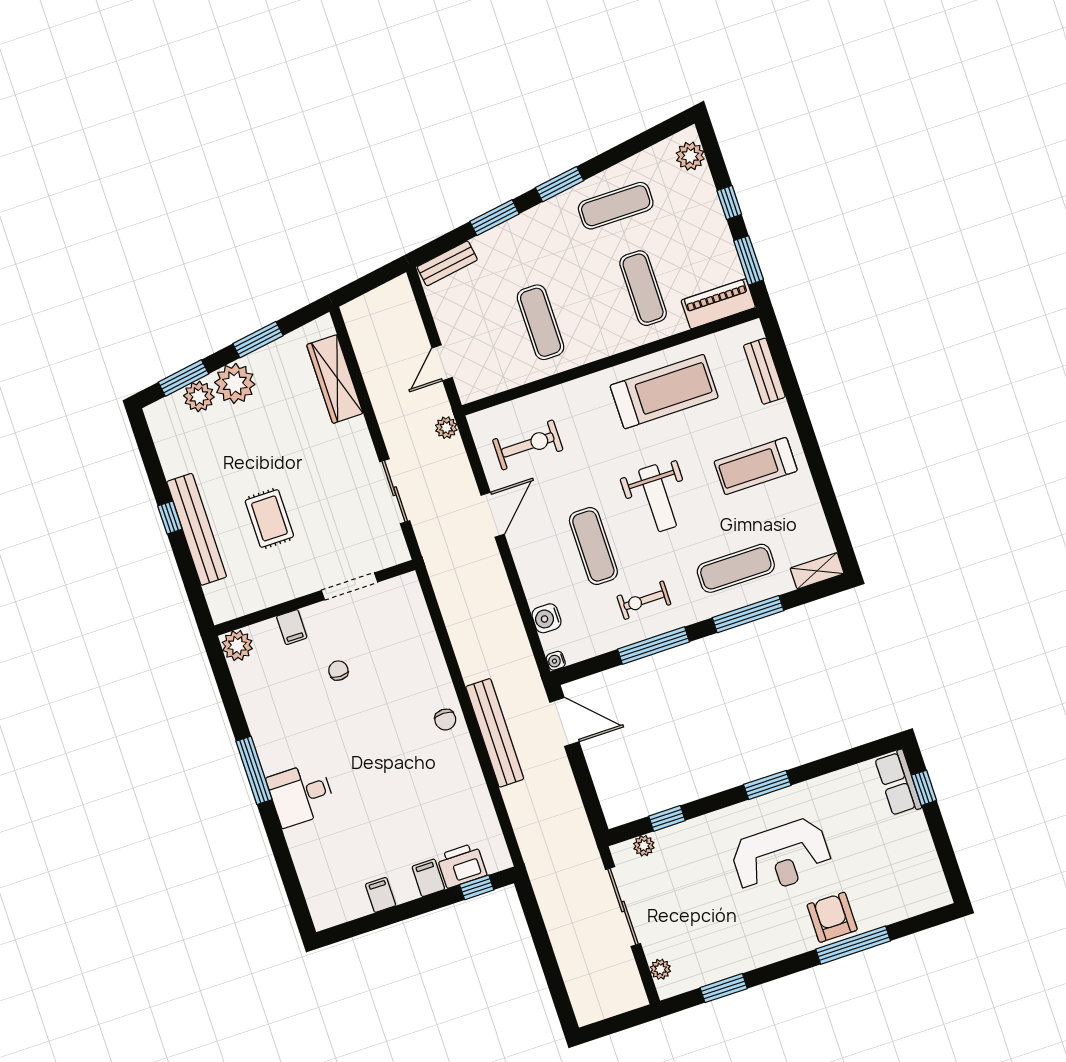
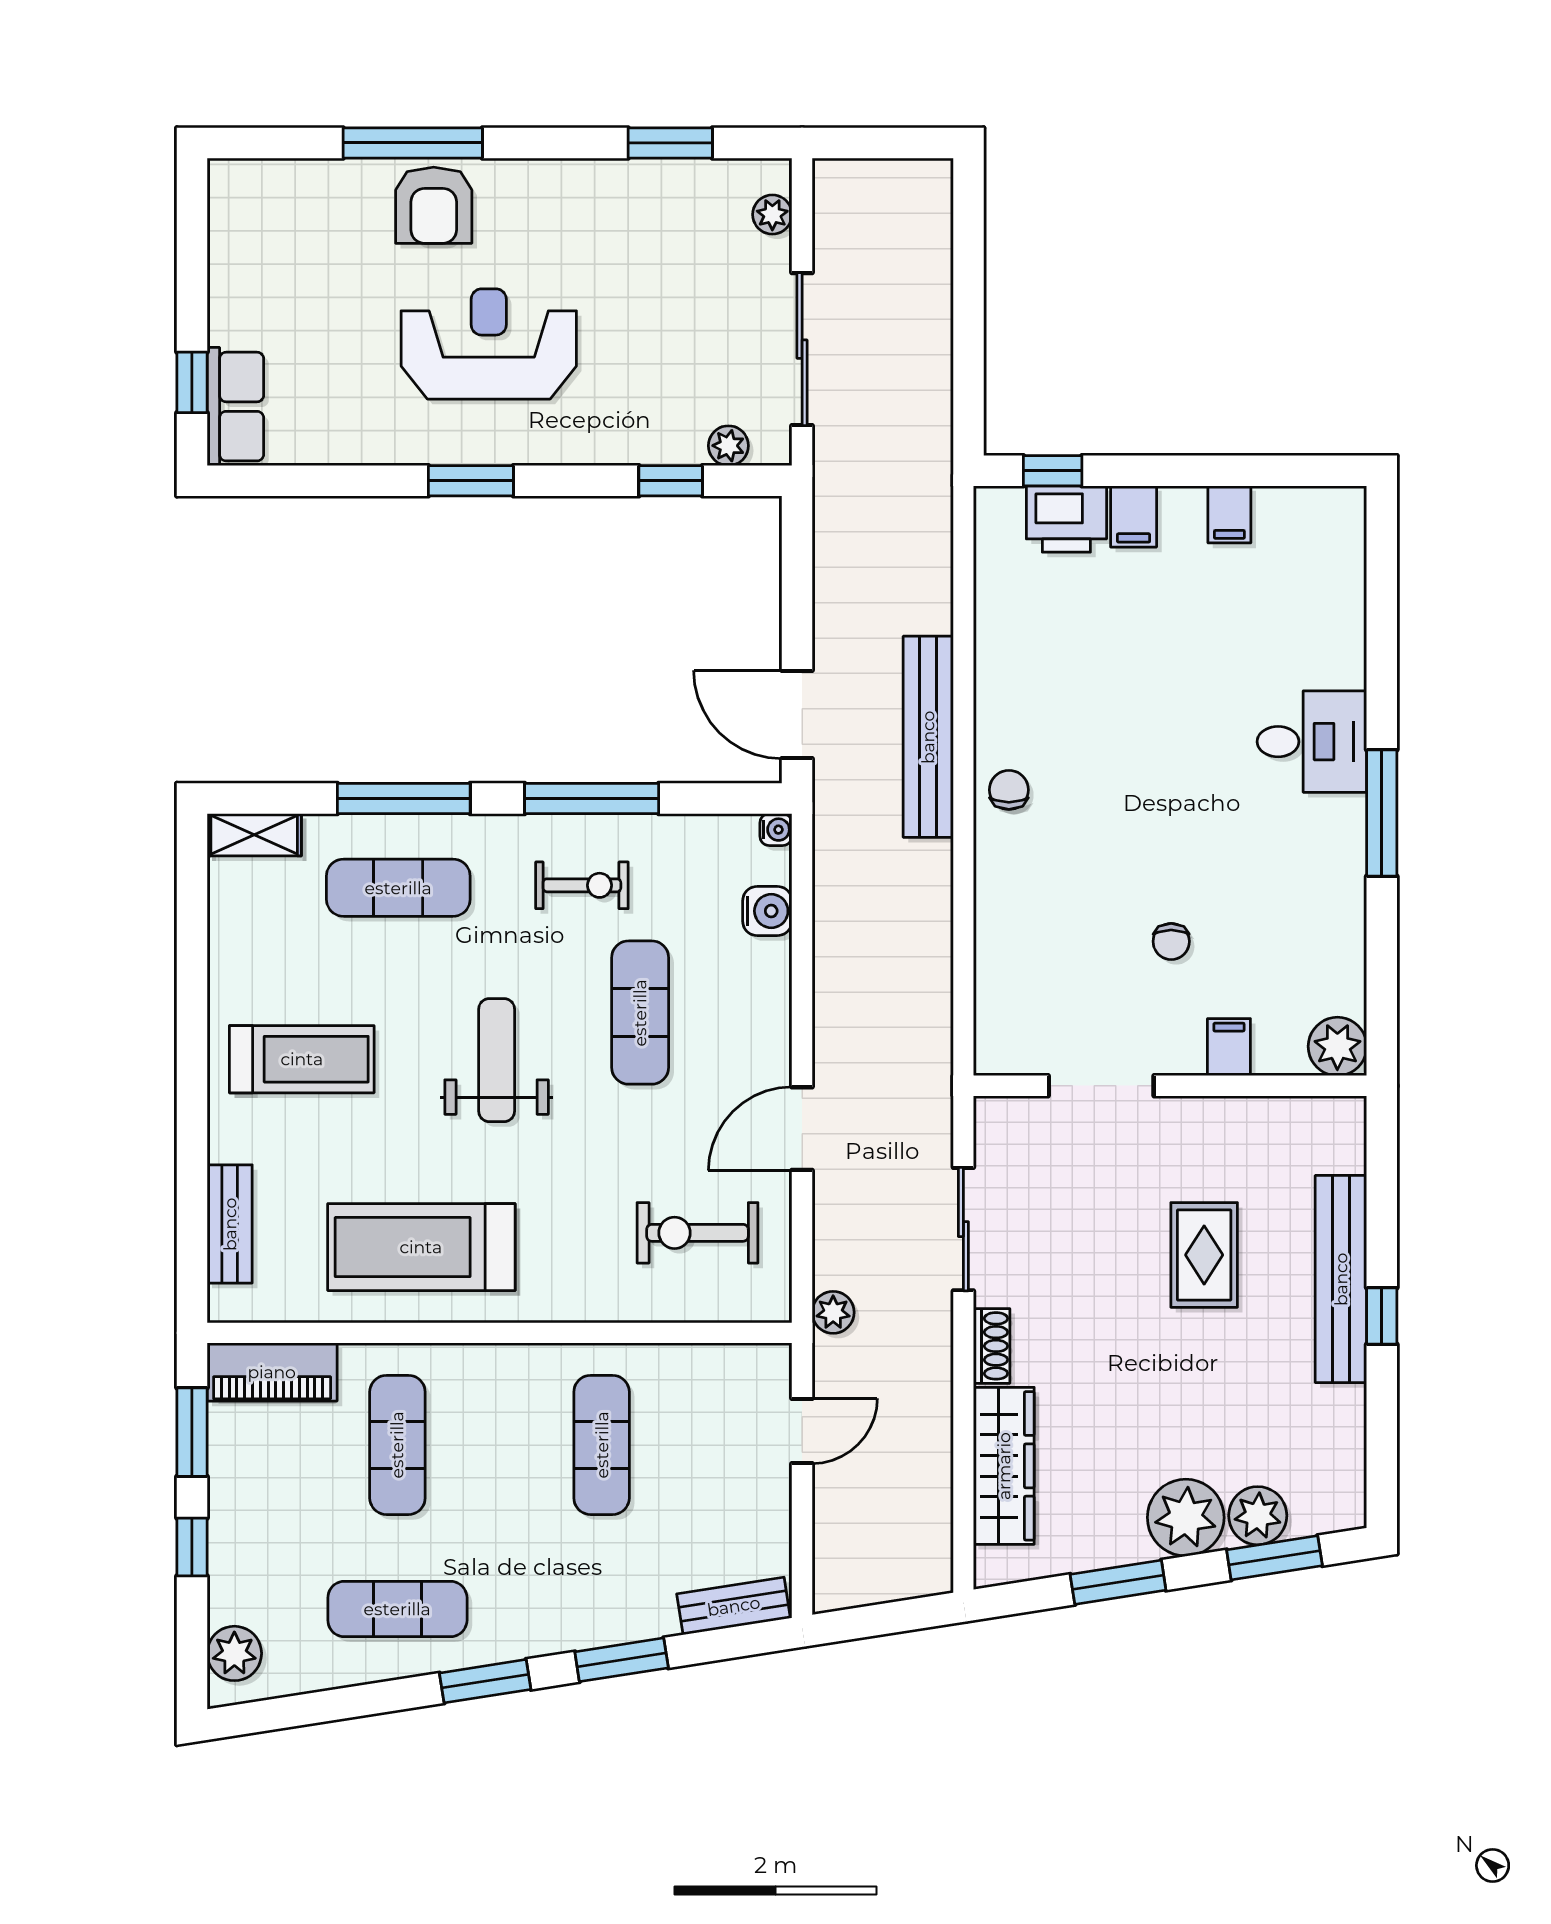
shoe rack: (361, 437) -> (992, 1346), added

